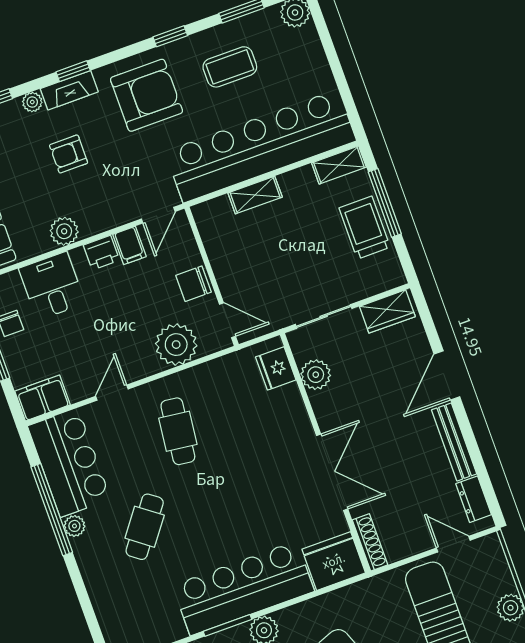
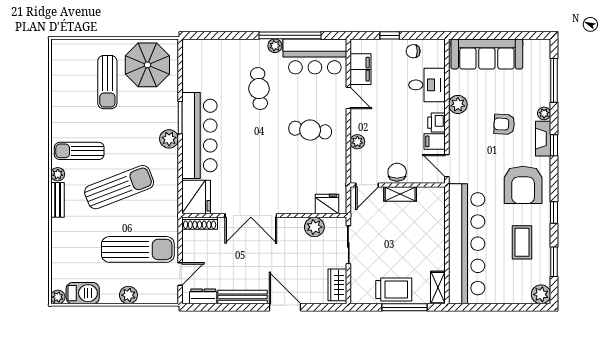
armchair: (69, 154) -> (504, 124), turned -87
shelving: (255, 195) -> (400, 194), moved, turned 90
plant: (176, 345) -> (357, 142), width x0.53, depth x0.53
filing cabinet: (42, 398) -> (360, 69), moved
cafe table: (145, 527) -> (259, 89), turned 48

